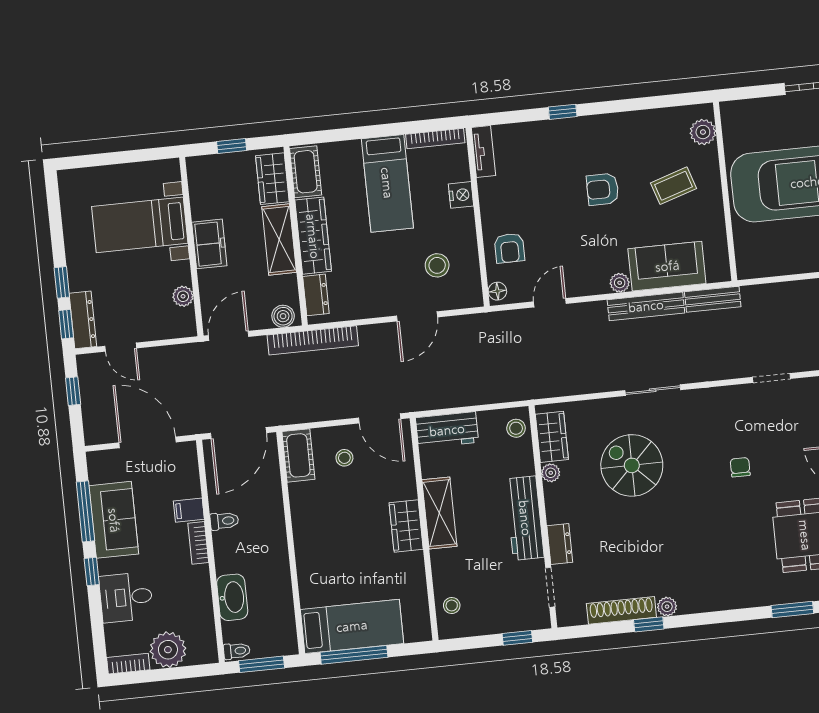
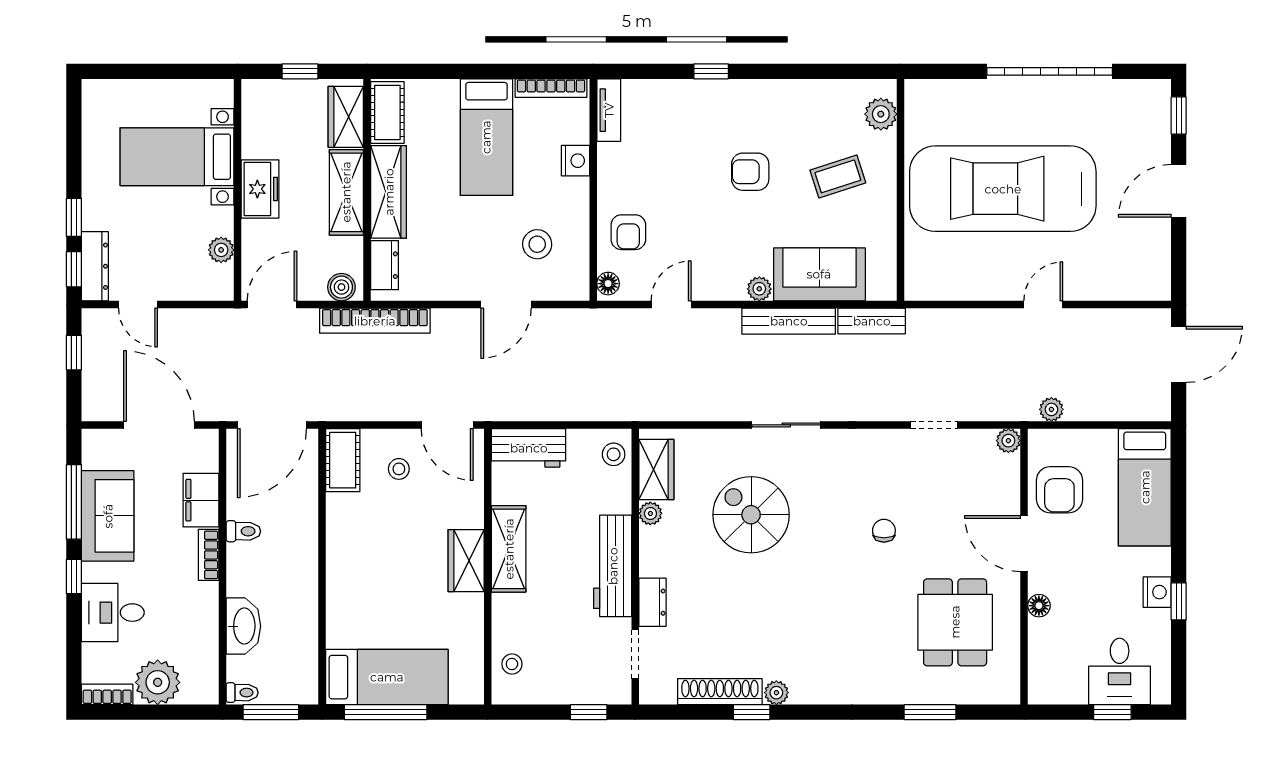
filing cabinet: (189, 510) -> (201, 500), width x2.00

